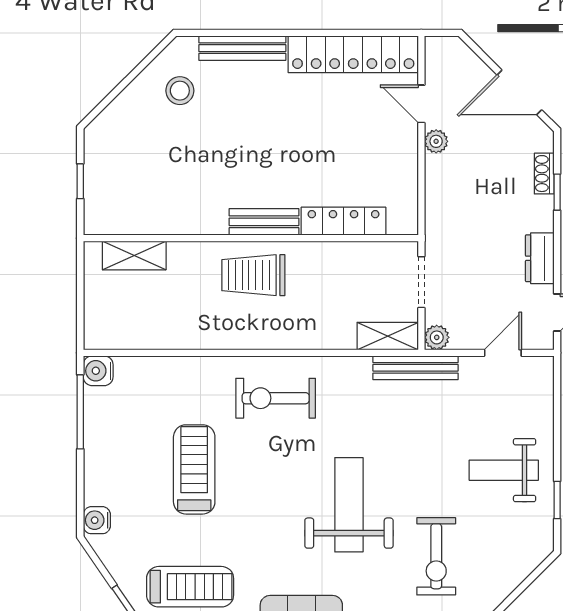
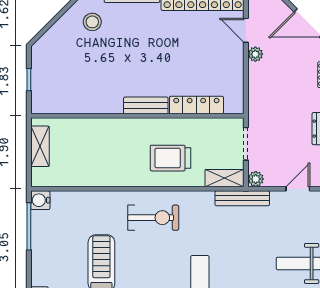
shelving: (134, 256) -> (40, 146), moved, turned 90
trolley: (253, 275) -> (170, 158), moved
exercise bike: (276, 398) -> (153, 218), turned 180

